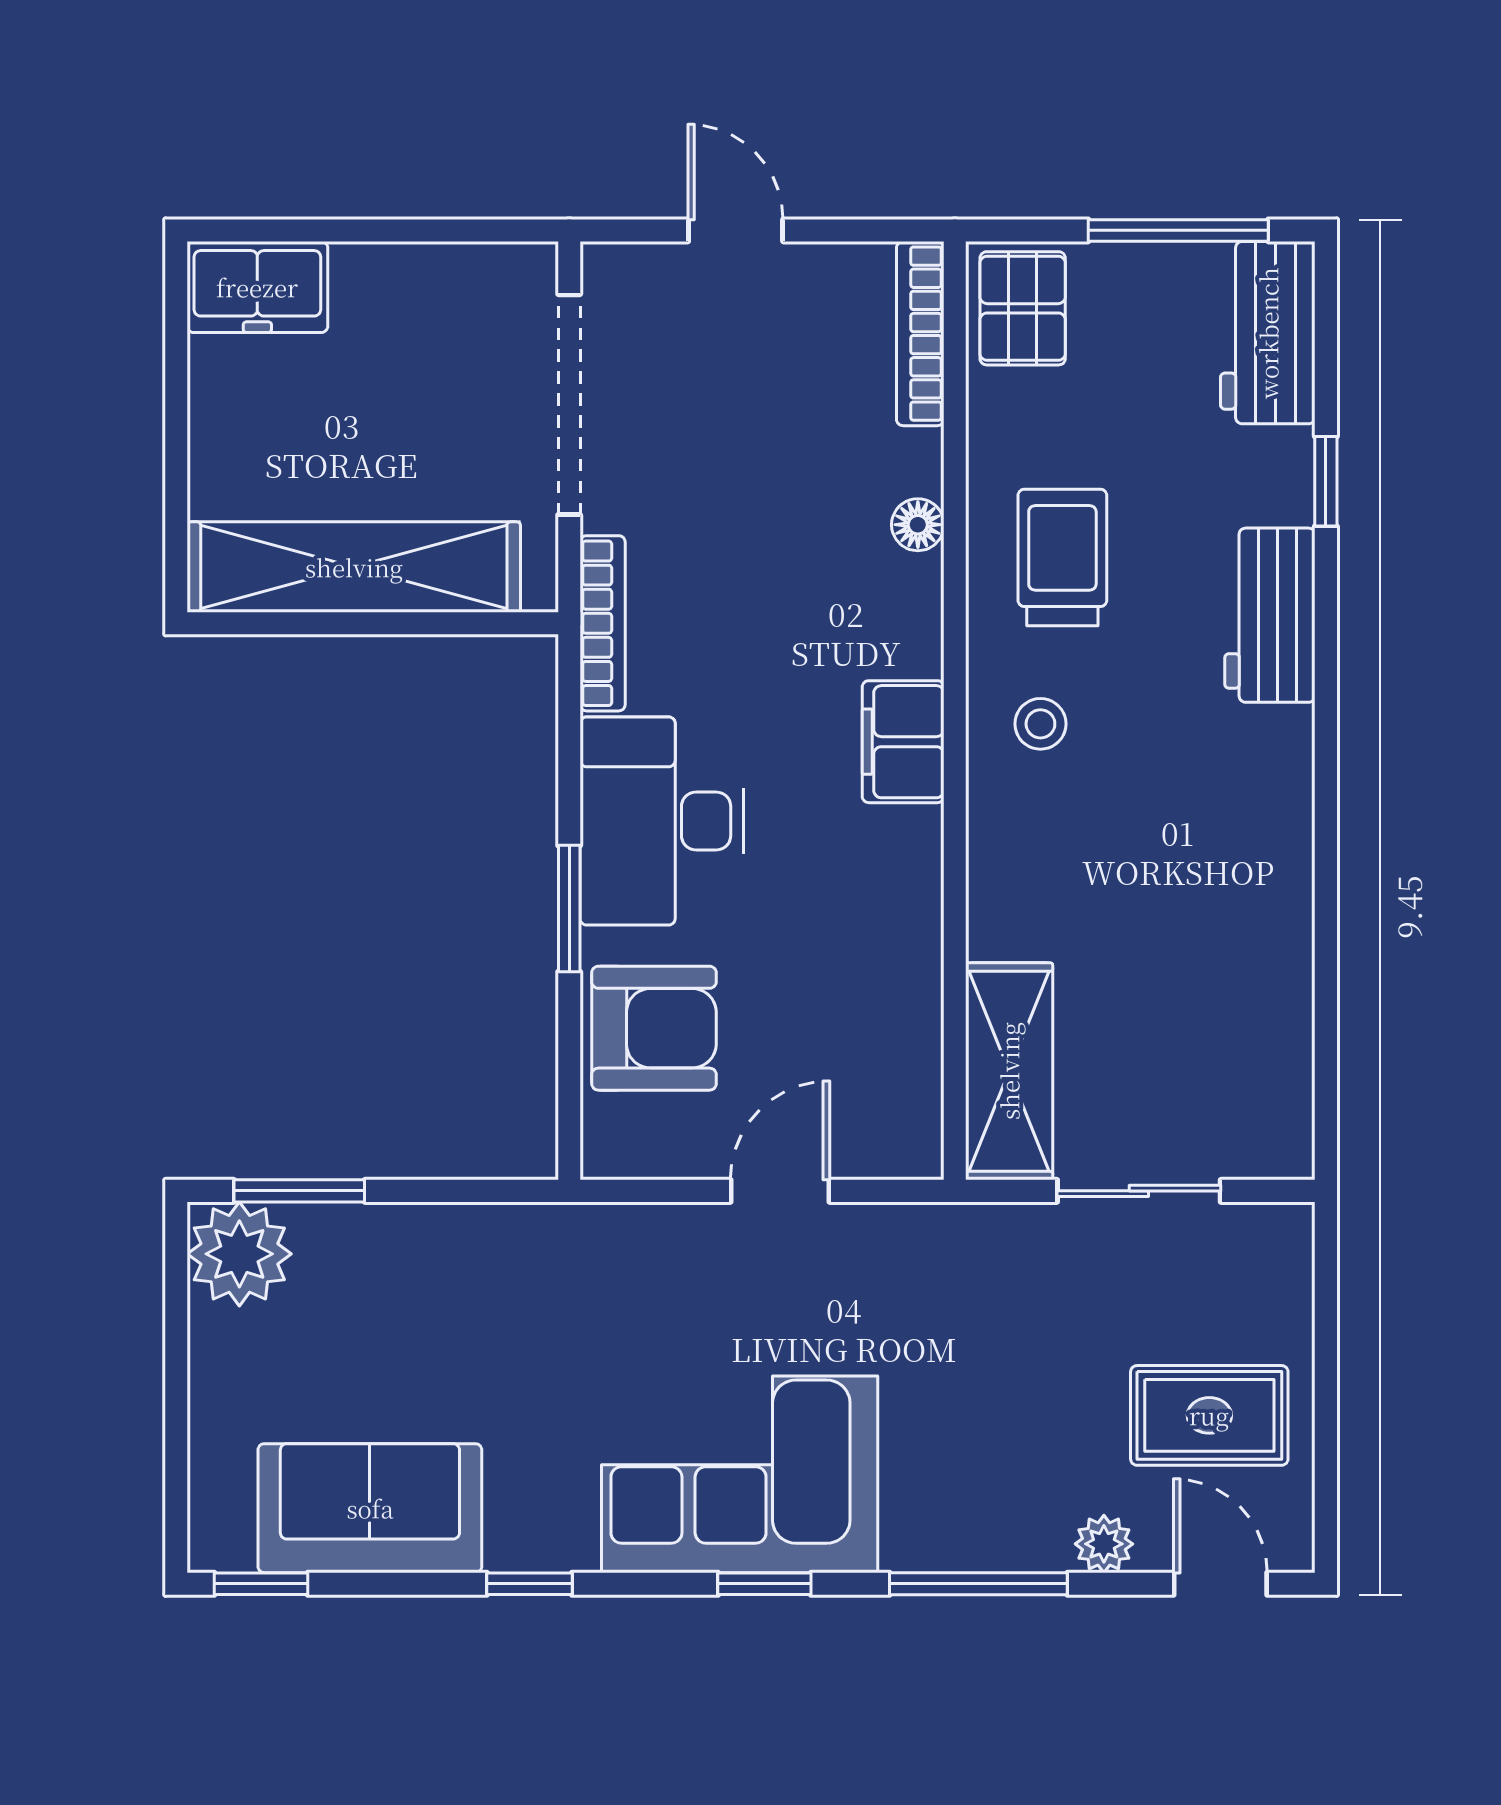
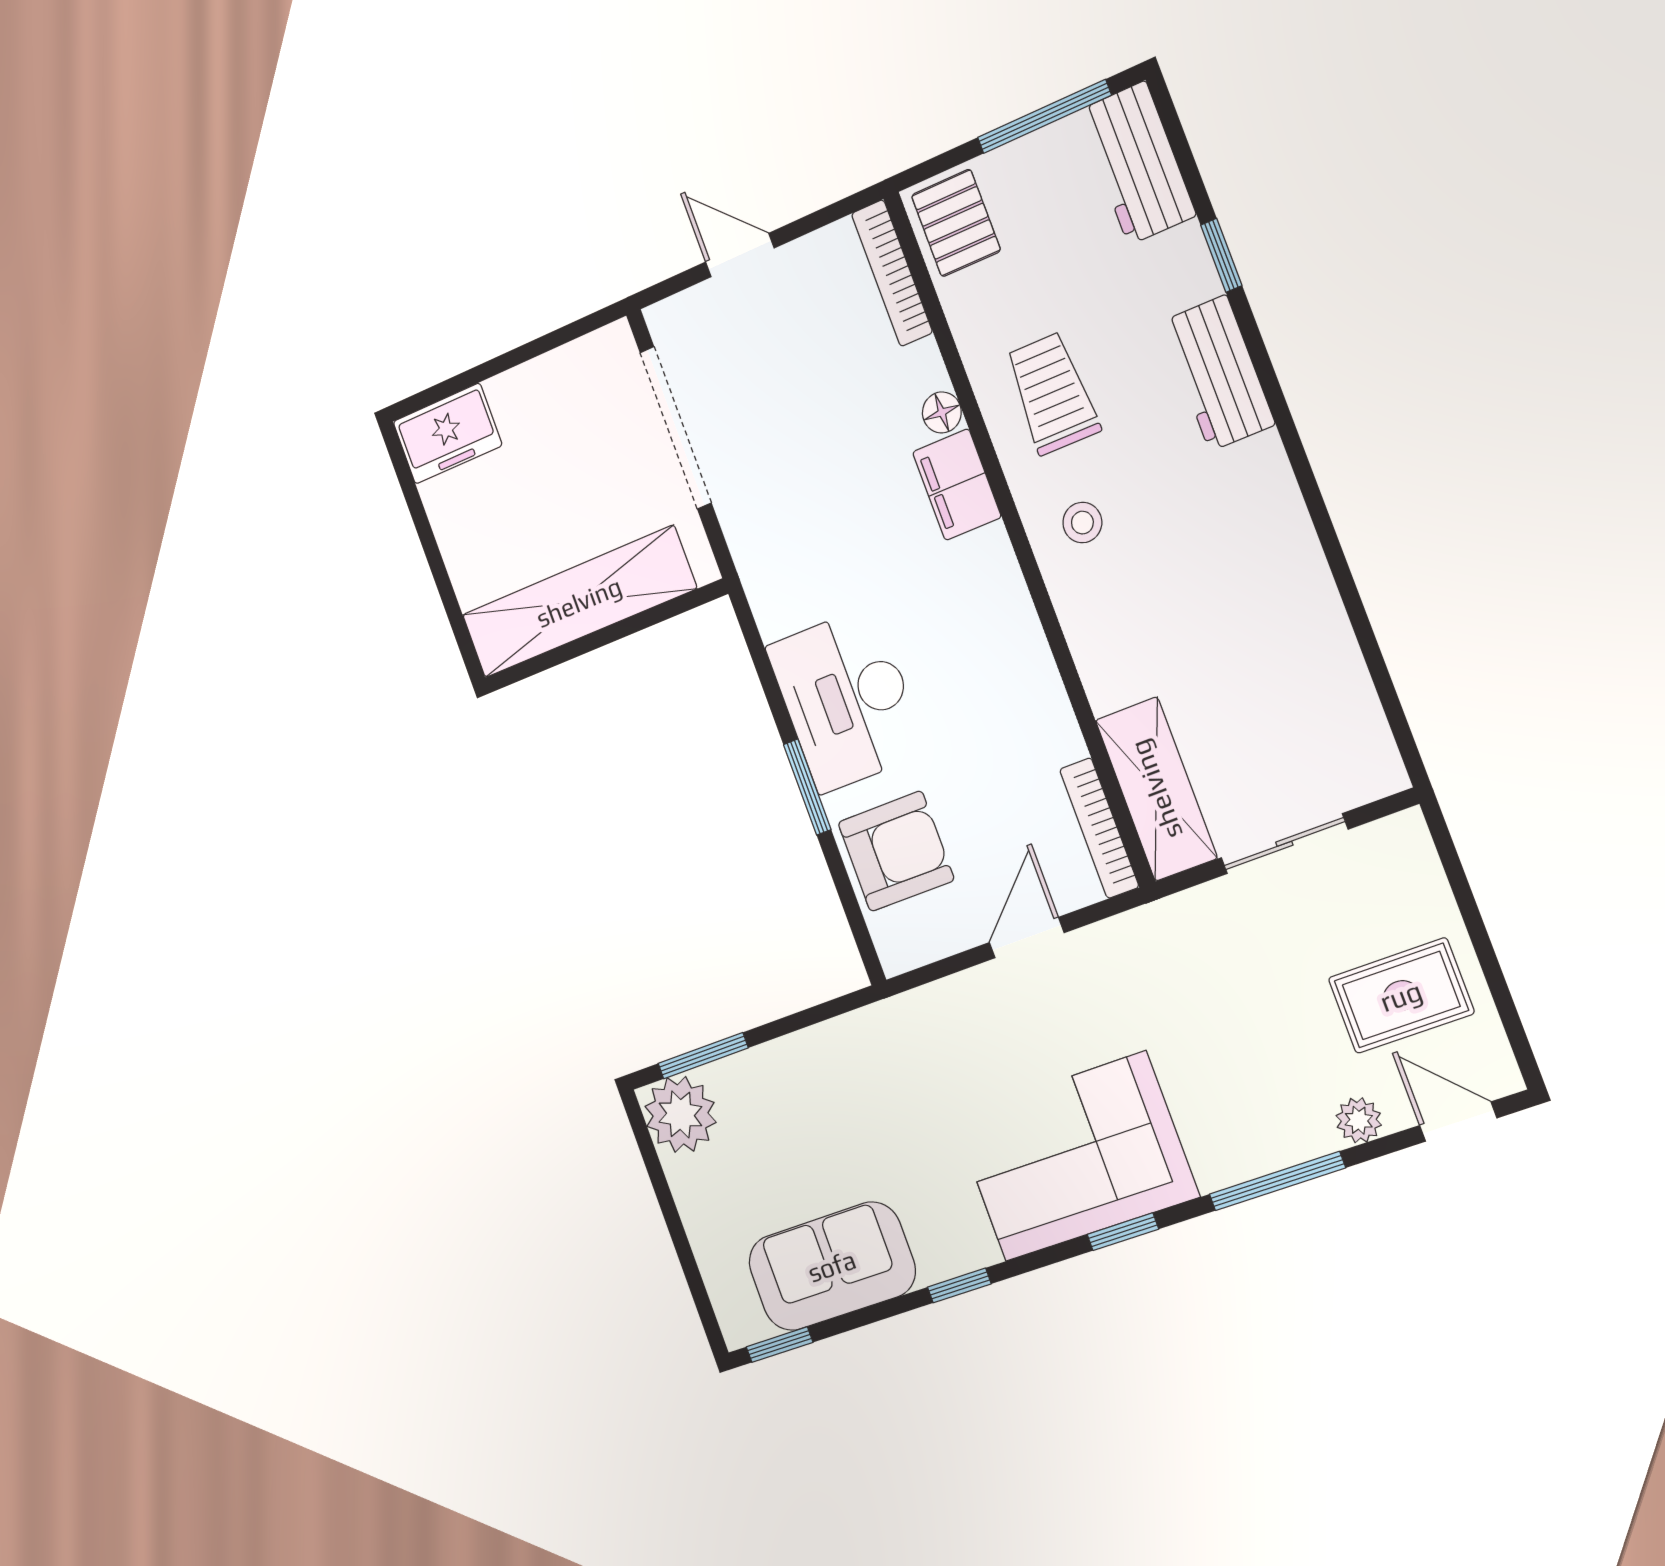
bookcase: (603, 623) -> (1099, 828), moved, turned 180
filing cabinet: (903, 742) -> (957, 485), moved

